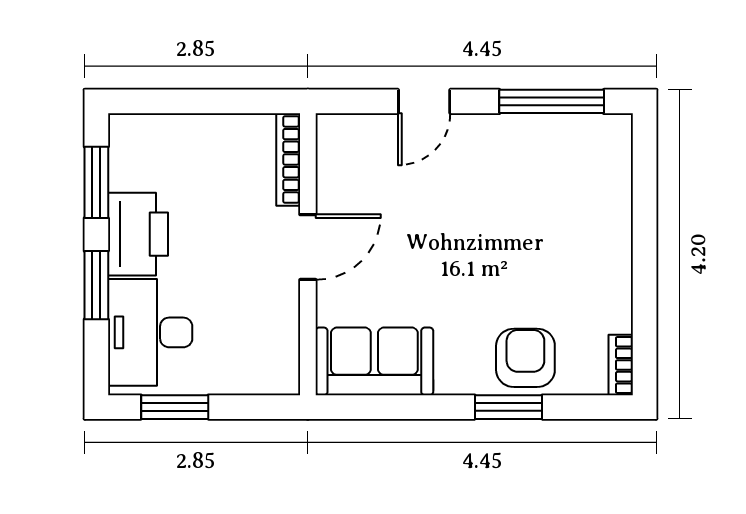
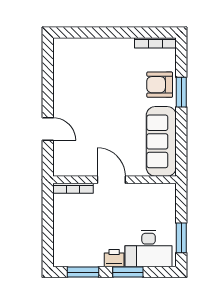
window: (552, 101) -> (48, 73), removed
printer: (138, 234) -> (114, 258), width x0.53, depth x0.68
sofa: (374, 361) -> (161, 141), width x1.36
bookcase: (621, 365) -> (155, 43), width x1.56

